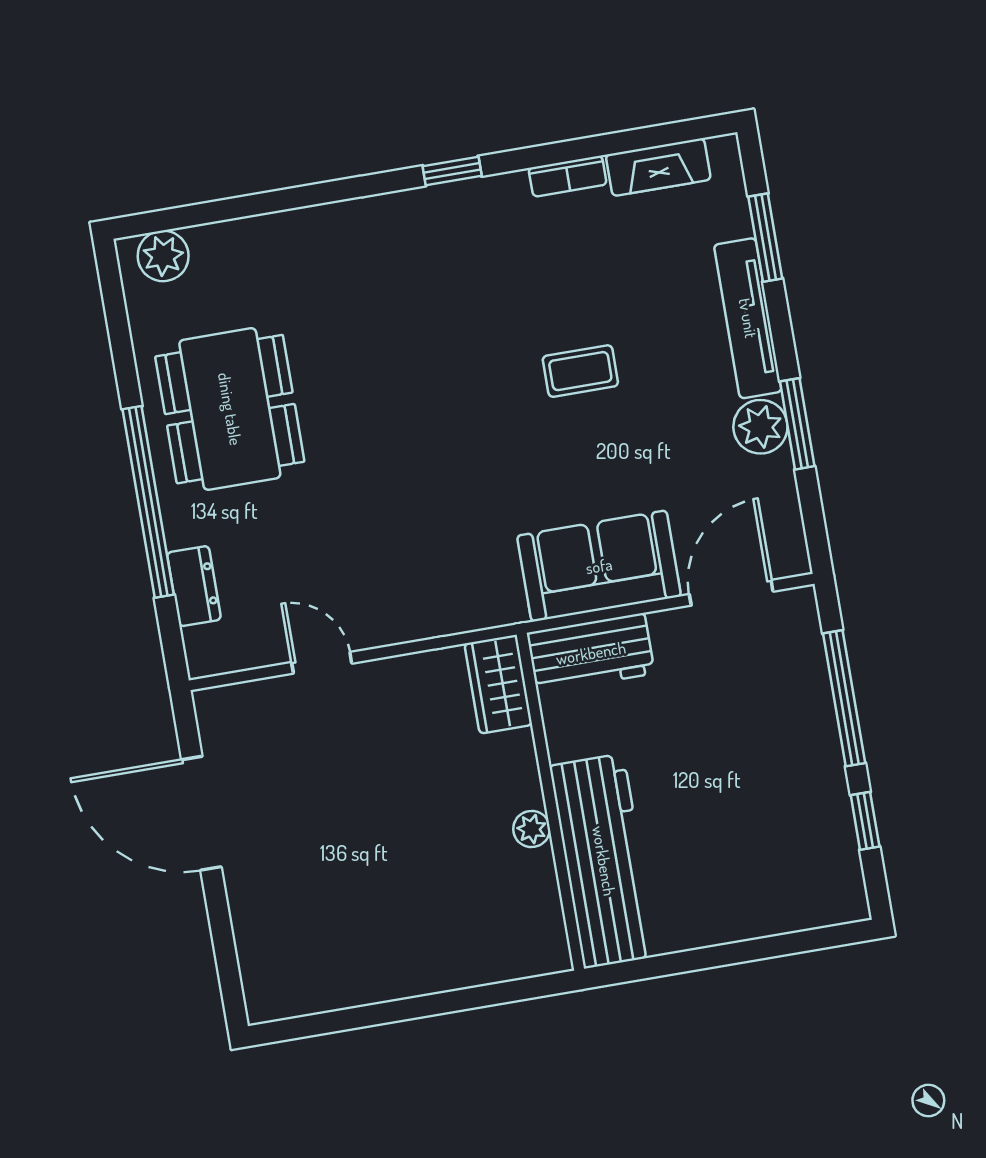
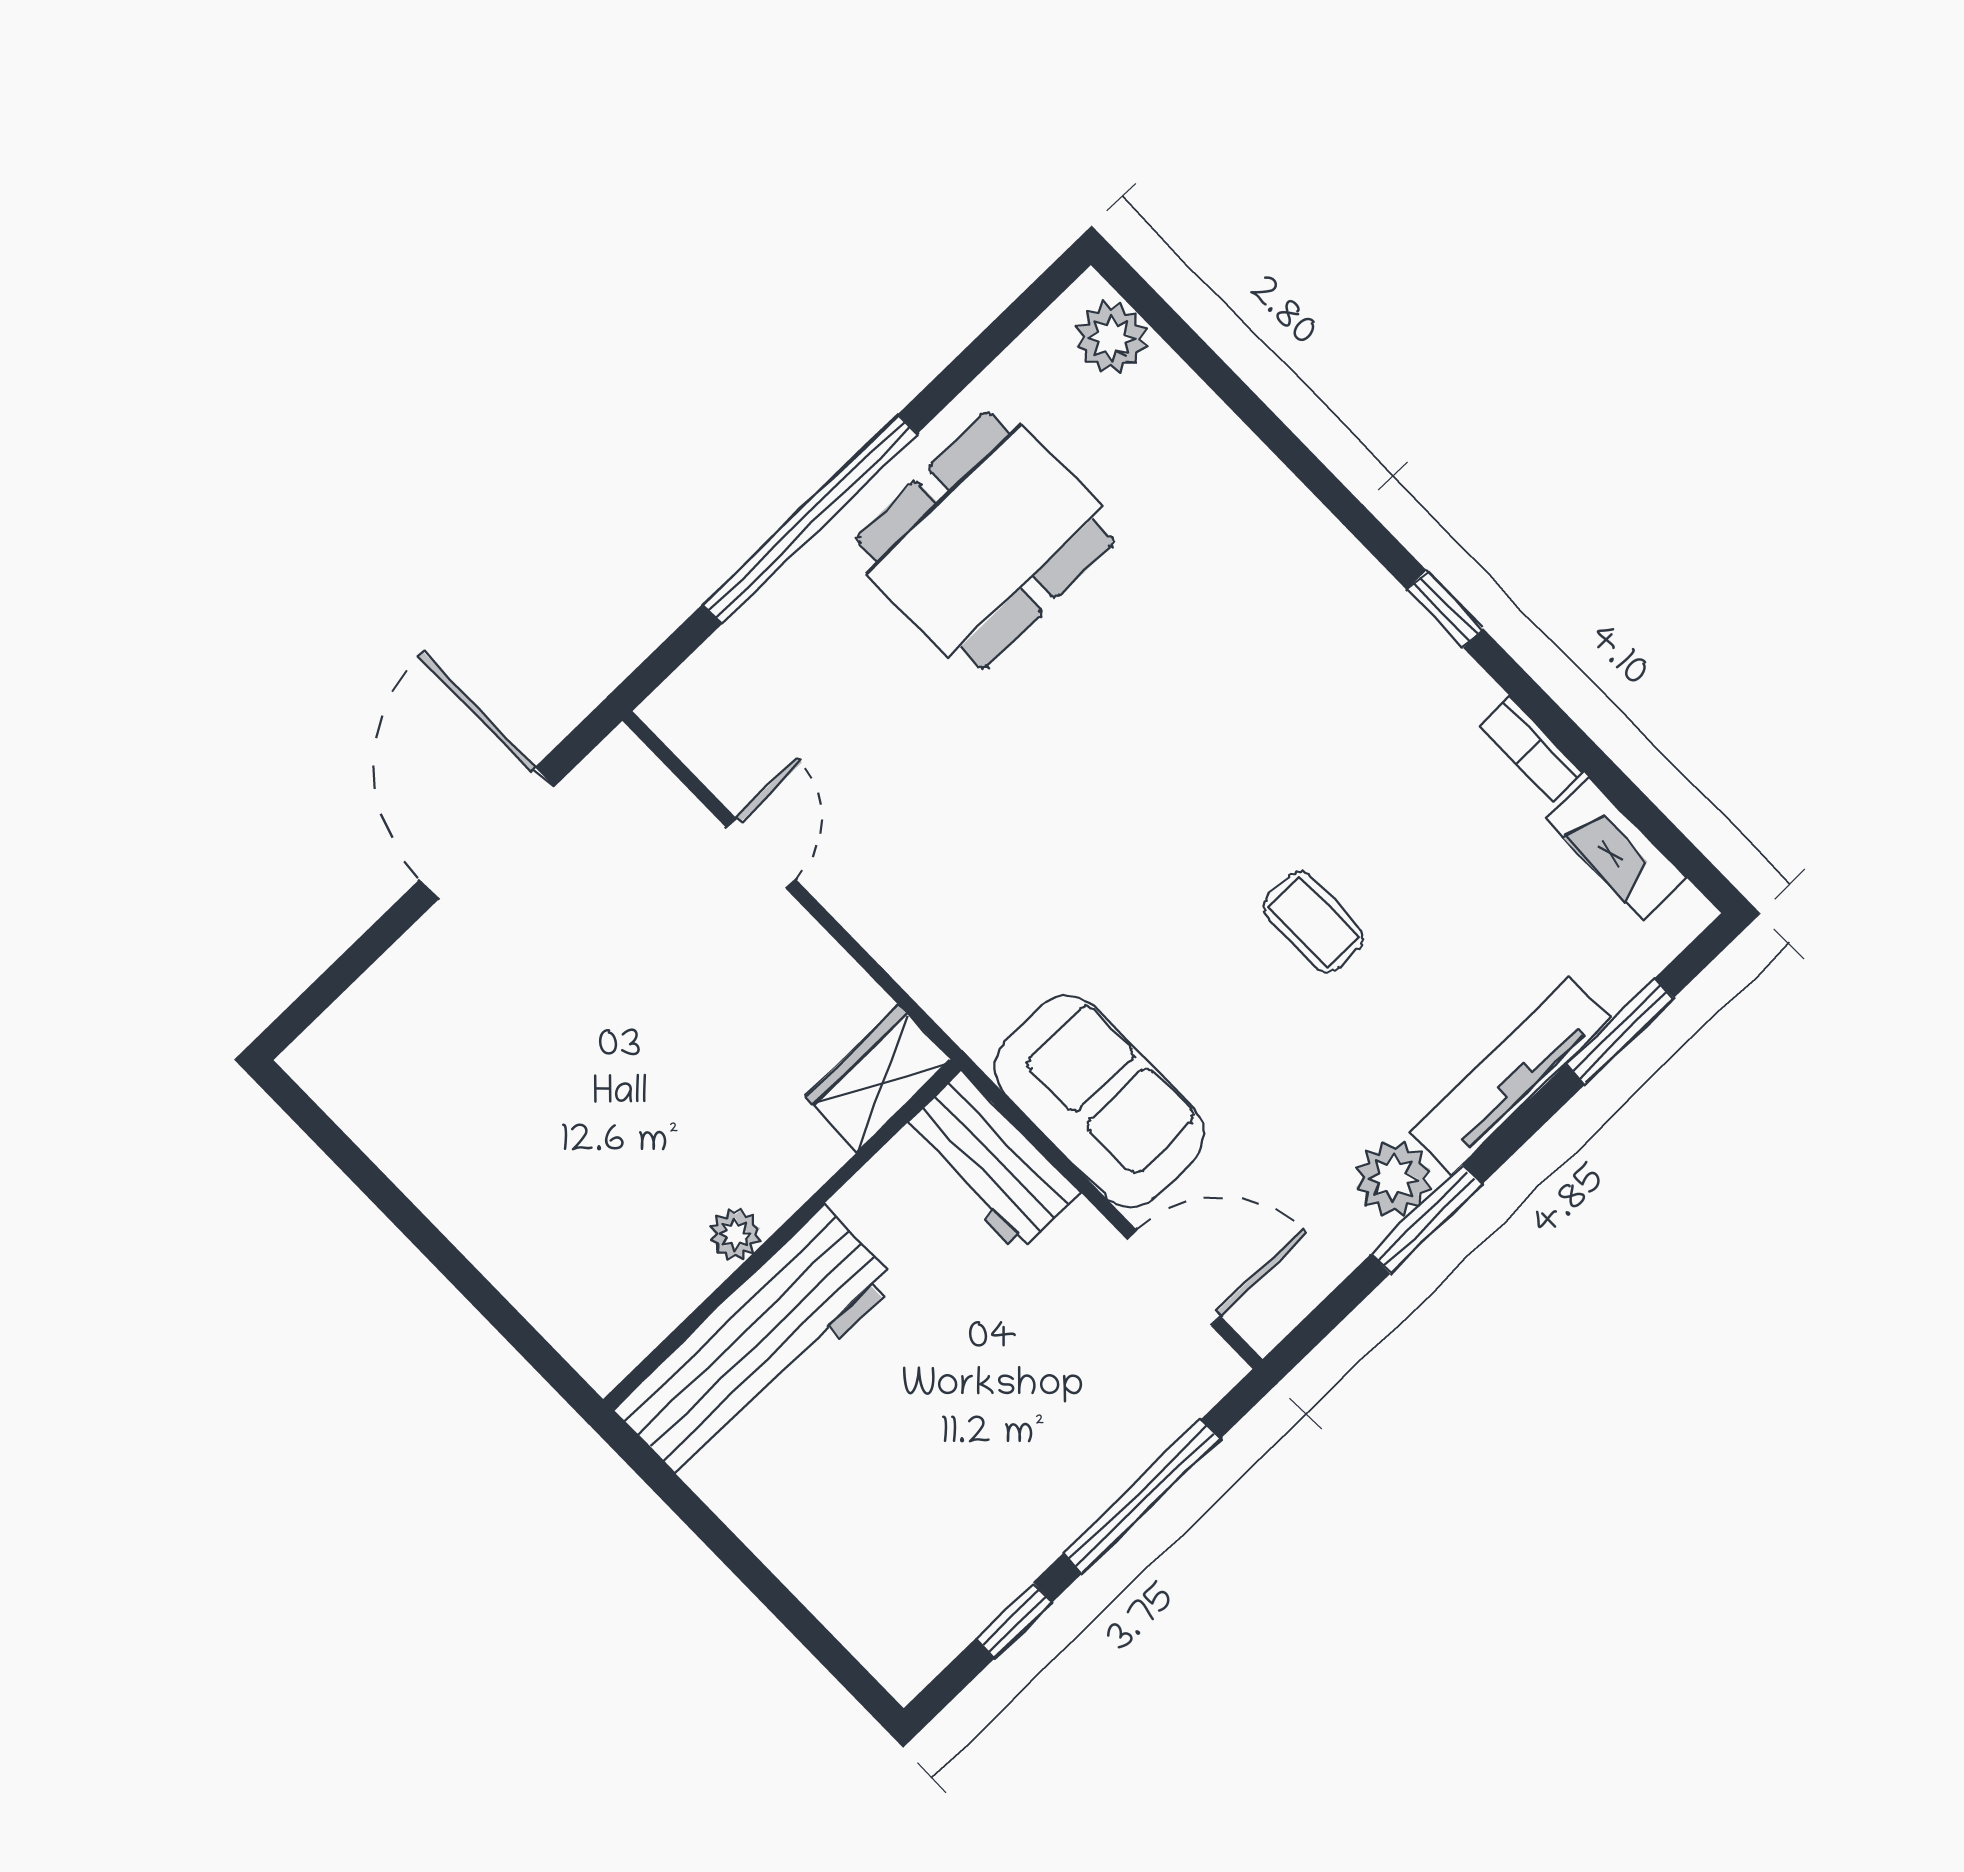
dresser: (194, 586) -> (748, 641), removed

